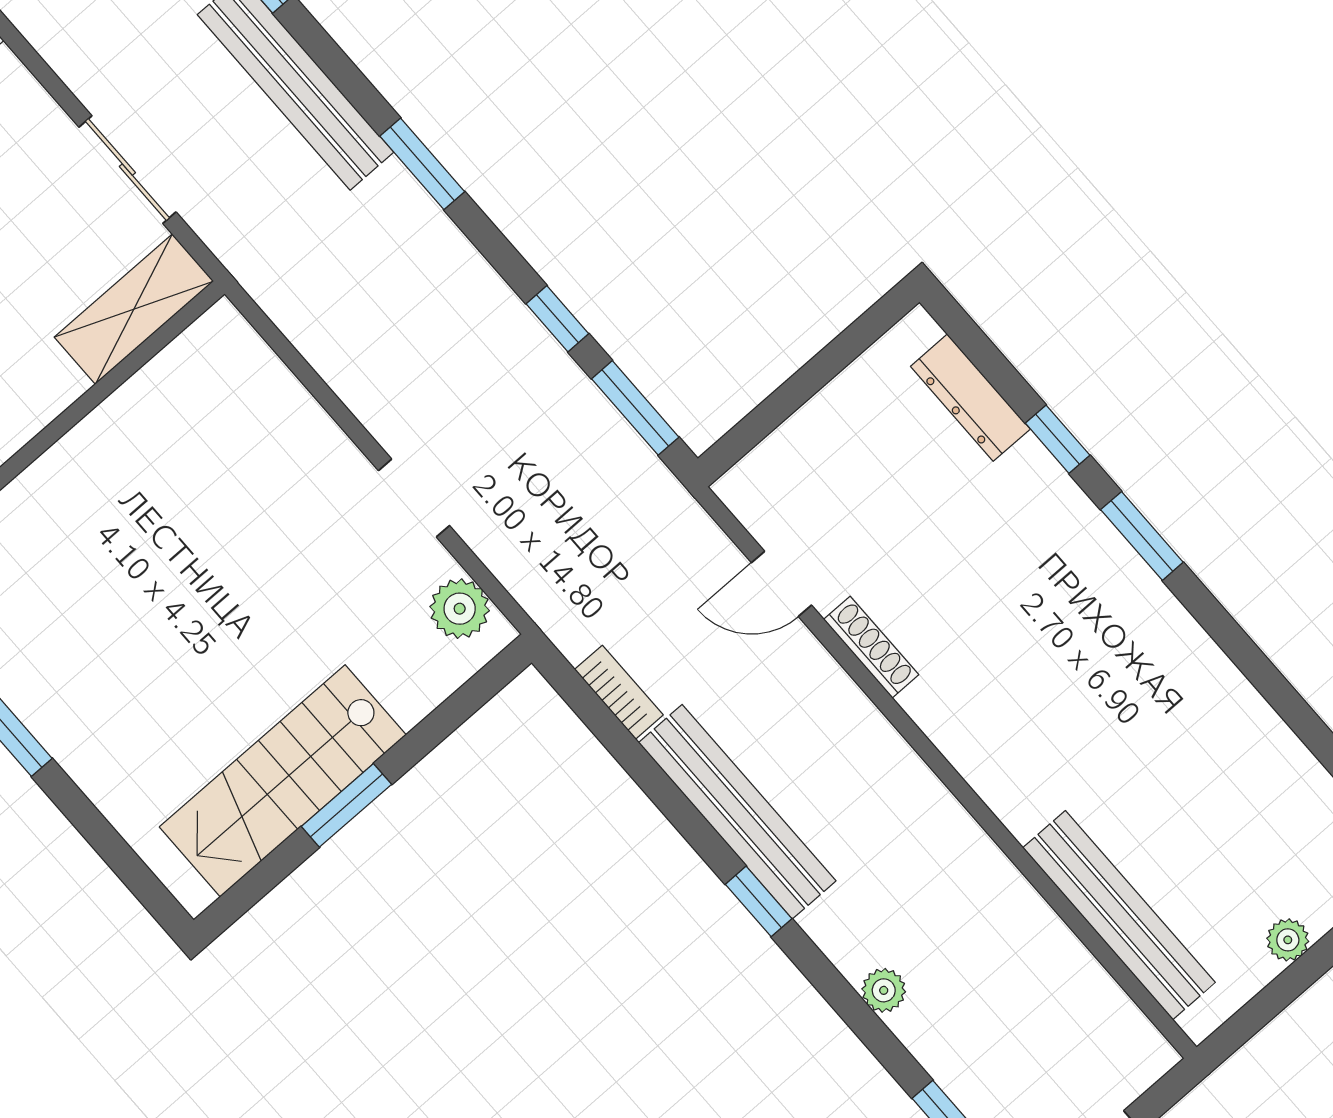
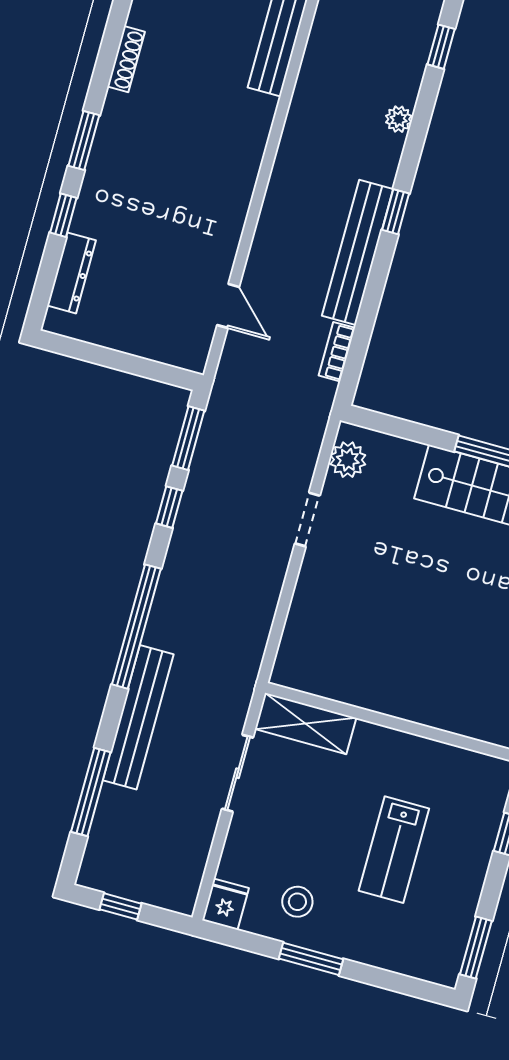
window: (422, 164) -> (136, 627), width x2.11
shoe rack: (871, 647) -> (126, 59), moved, turned 180

